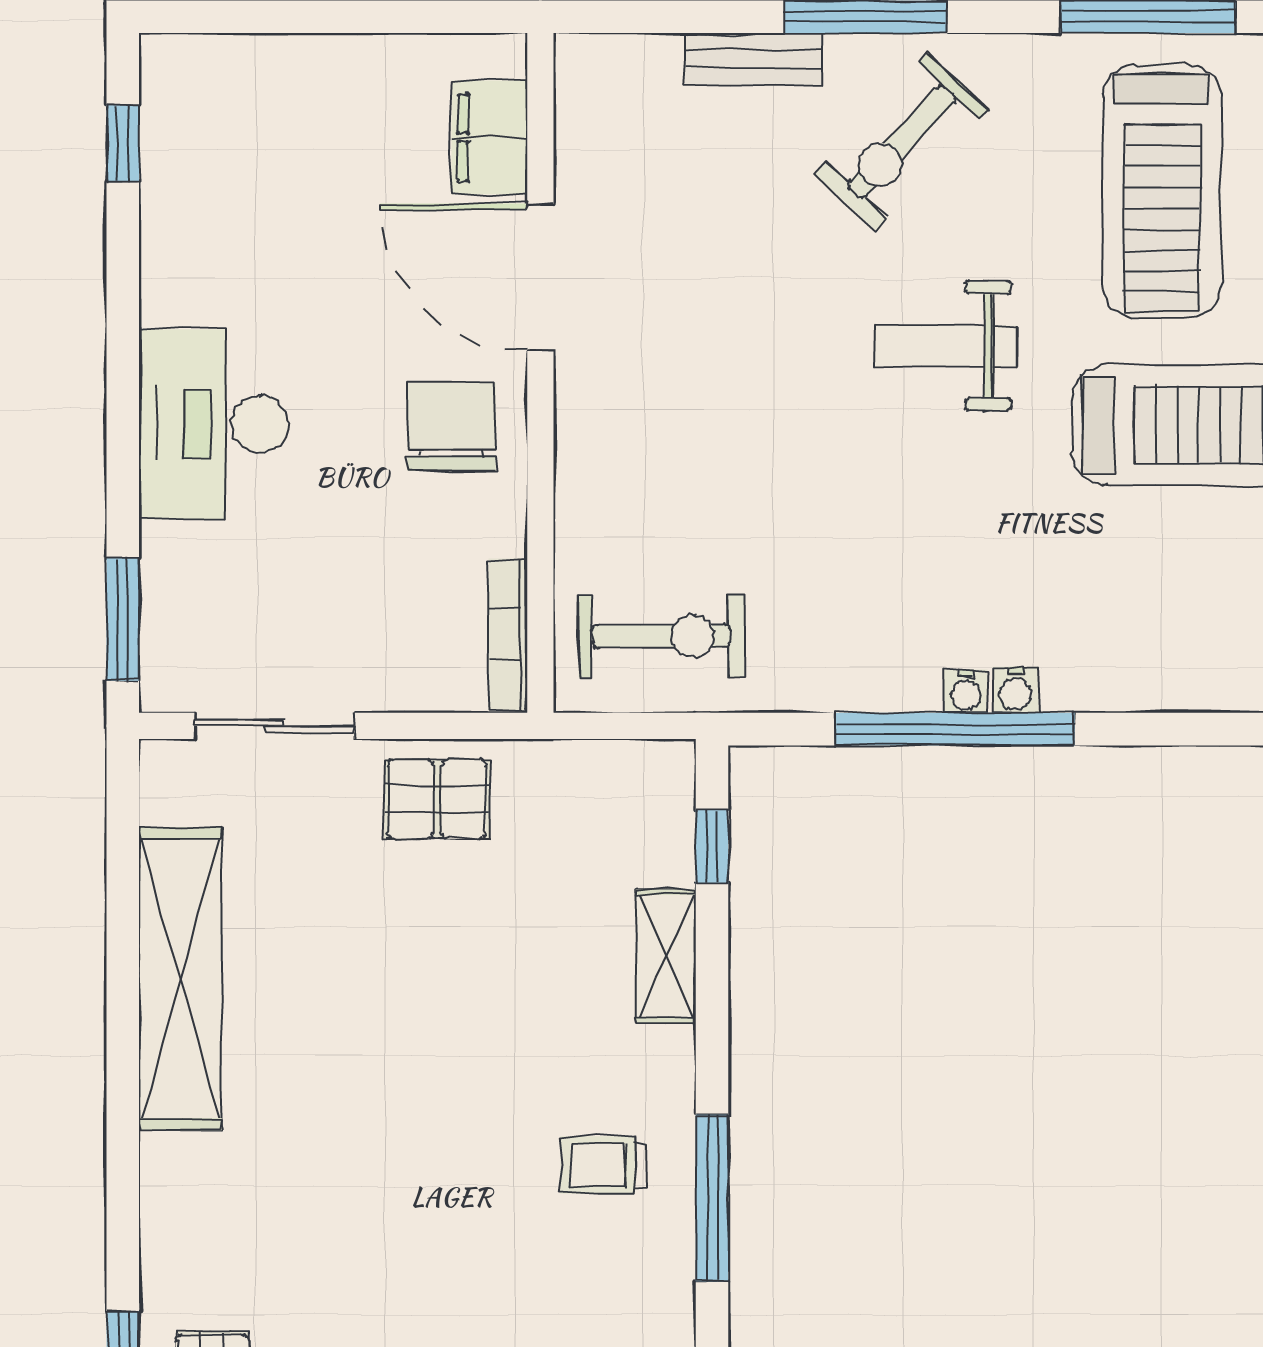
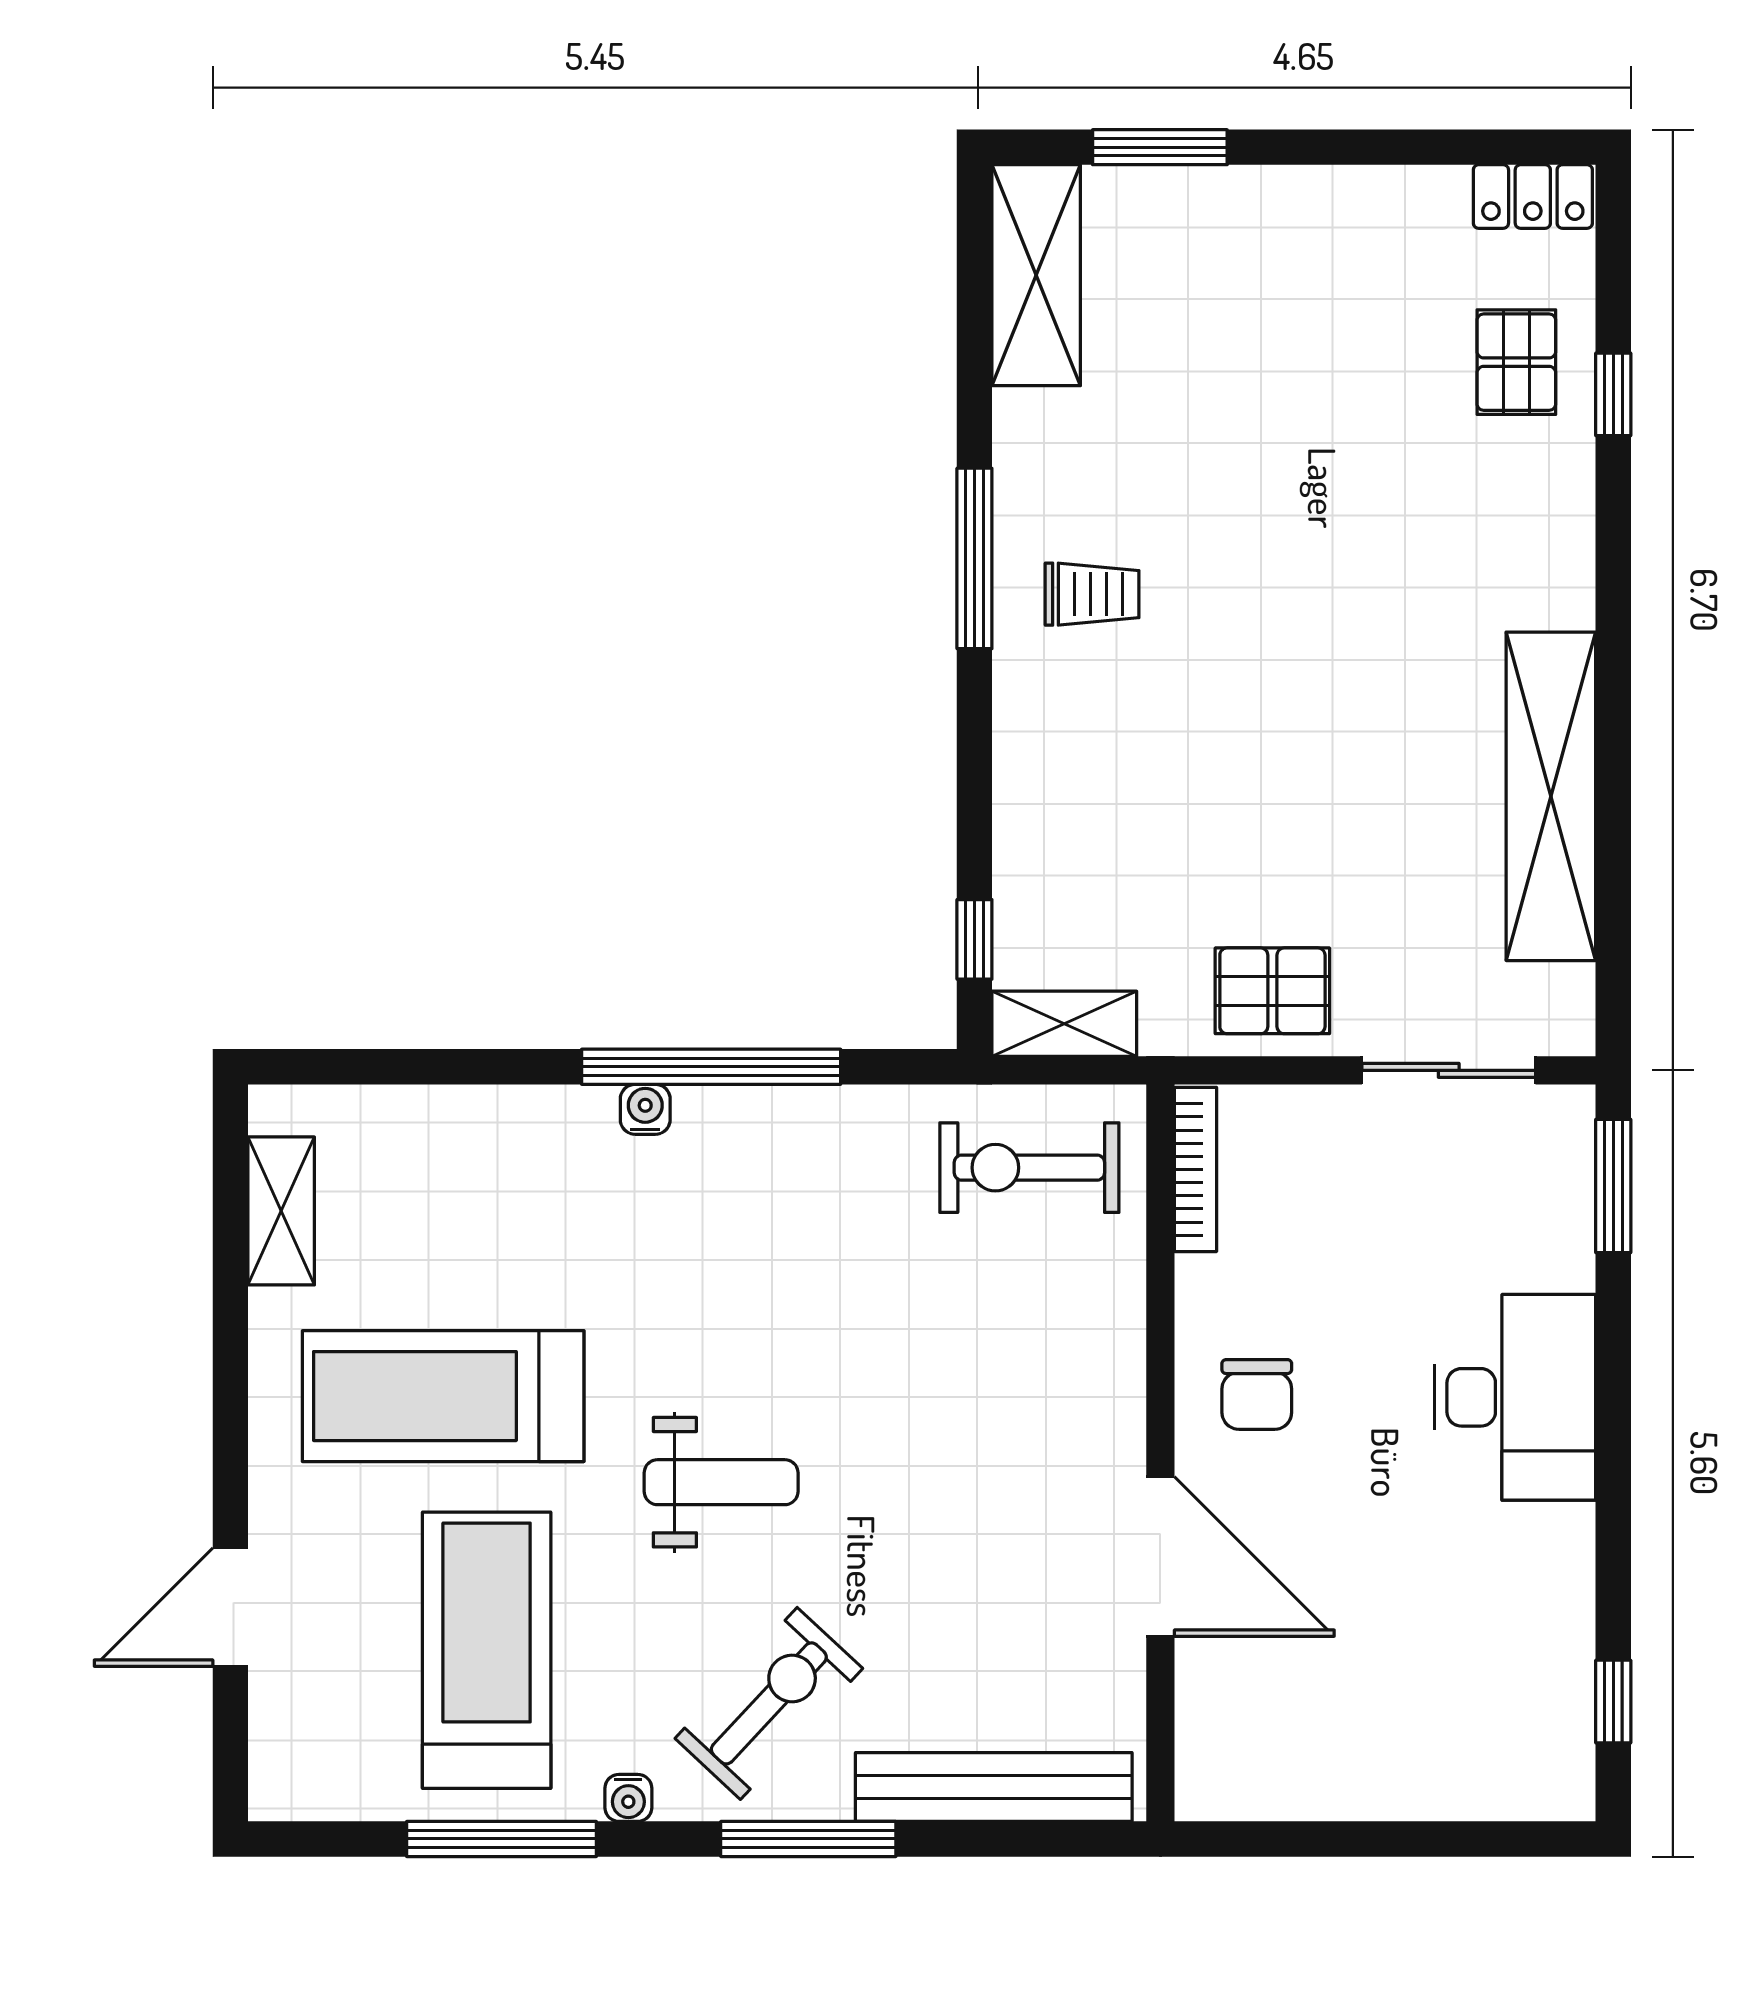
bench: (753, 59) -> (994, 1787), width x1.86, depth x1.21
filing cabinet: (490, 137) -> (1216, 1708), removed
chair: (452, 427) -> (1257, 1394), width x0.73, depth x0.73
water cooler: (966, 691) -> (628, 1798), moved, turned 180
shelving: (666, 956) -> (1064, 1024), moved, turned 90

